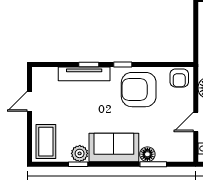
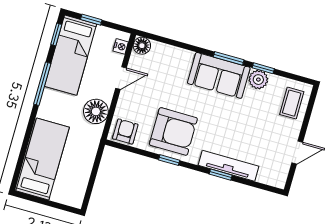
window: (123, 64) -> (169, 160), moved
coffee table: (46, 142) -> (292, 103), width x0.73, depth x0.77
floor lamp: (147, 154) -> (142, 46), moved
window: (153, 164) -> (229, 58), moved

